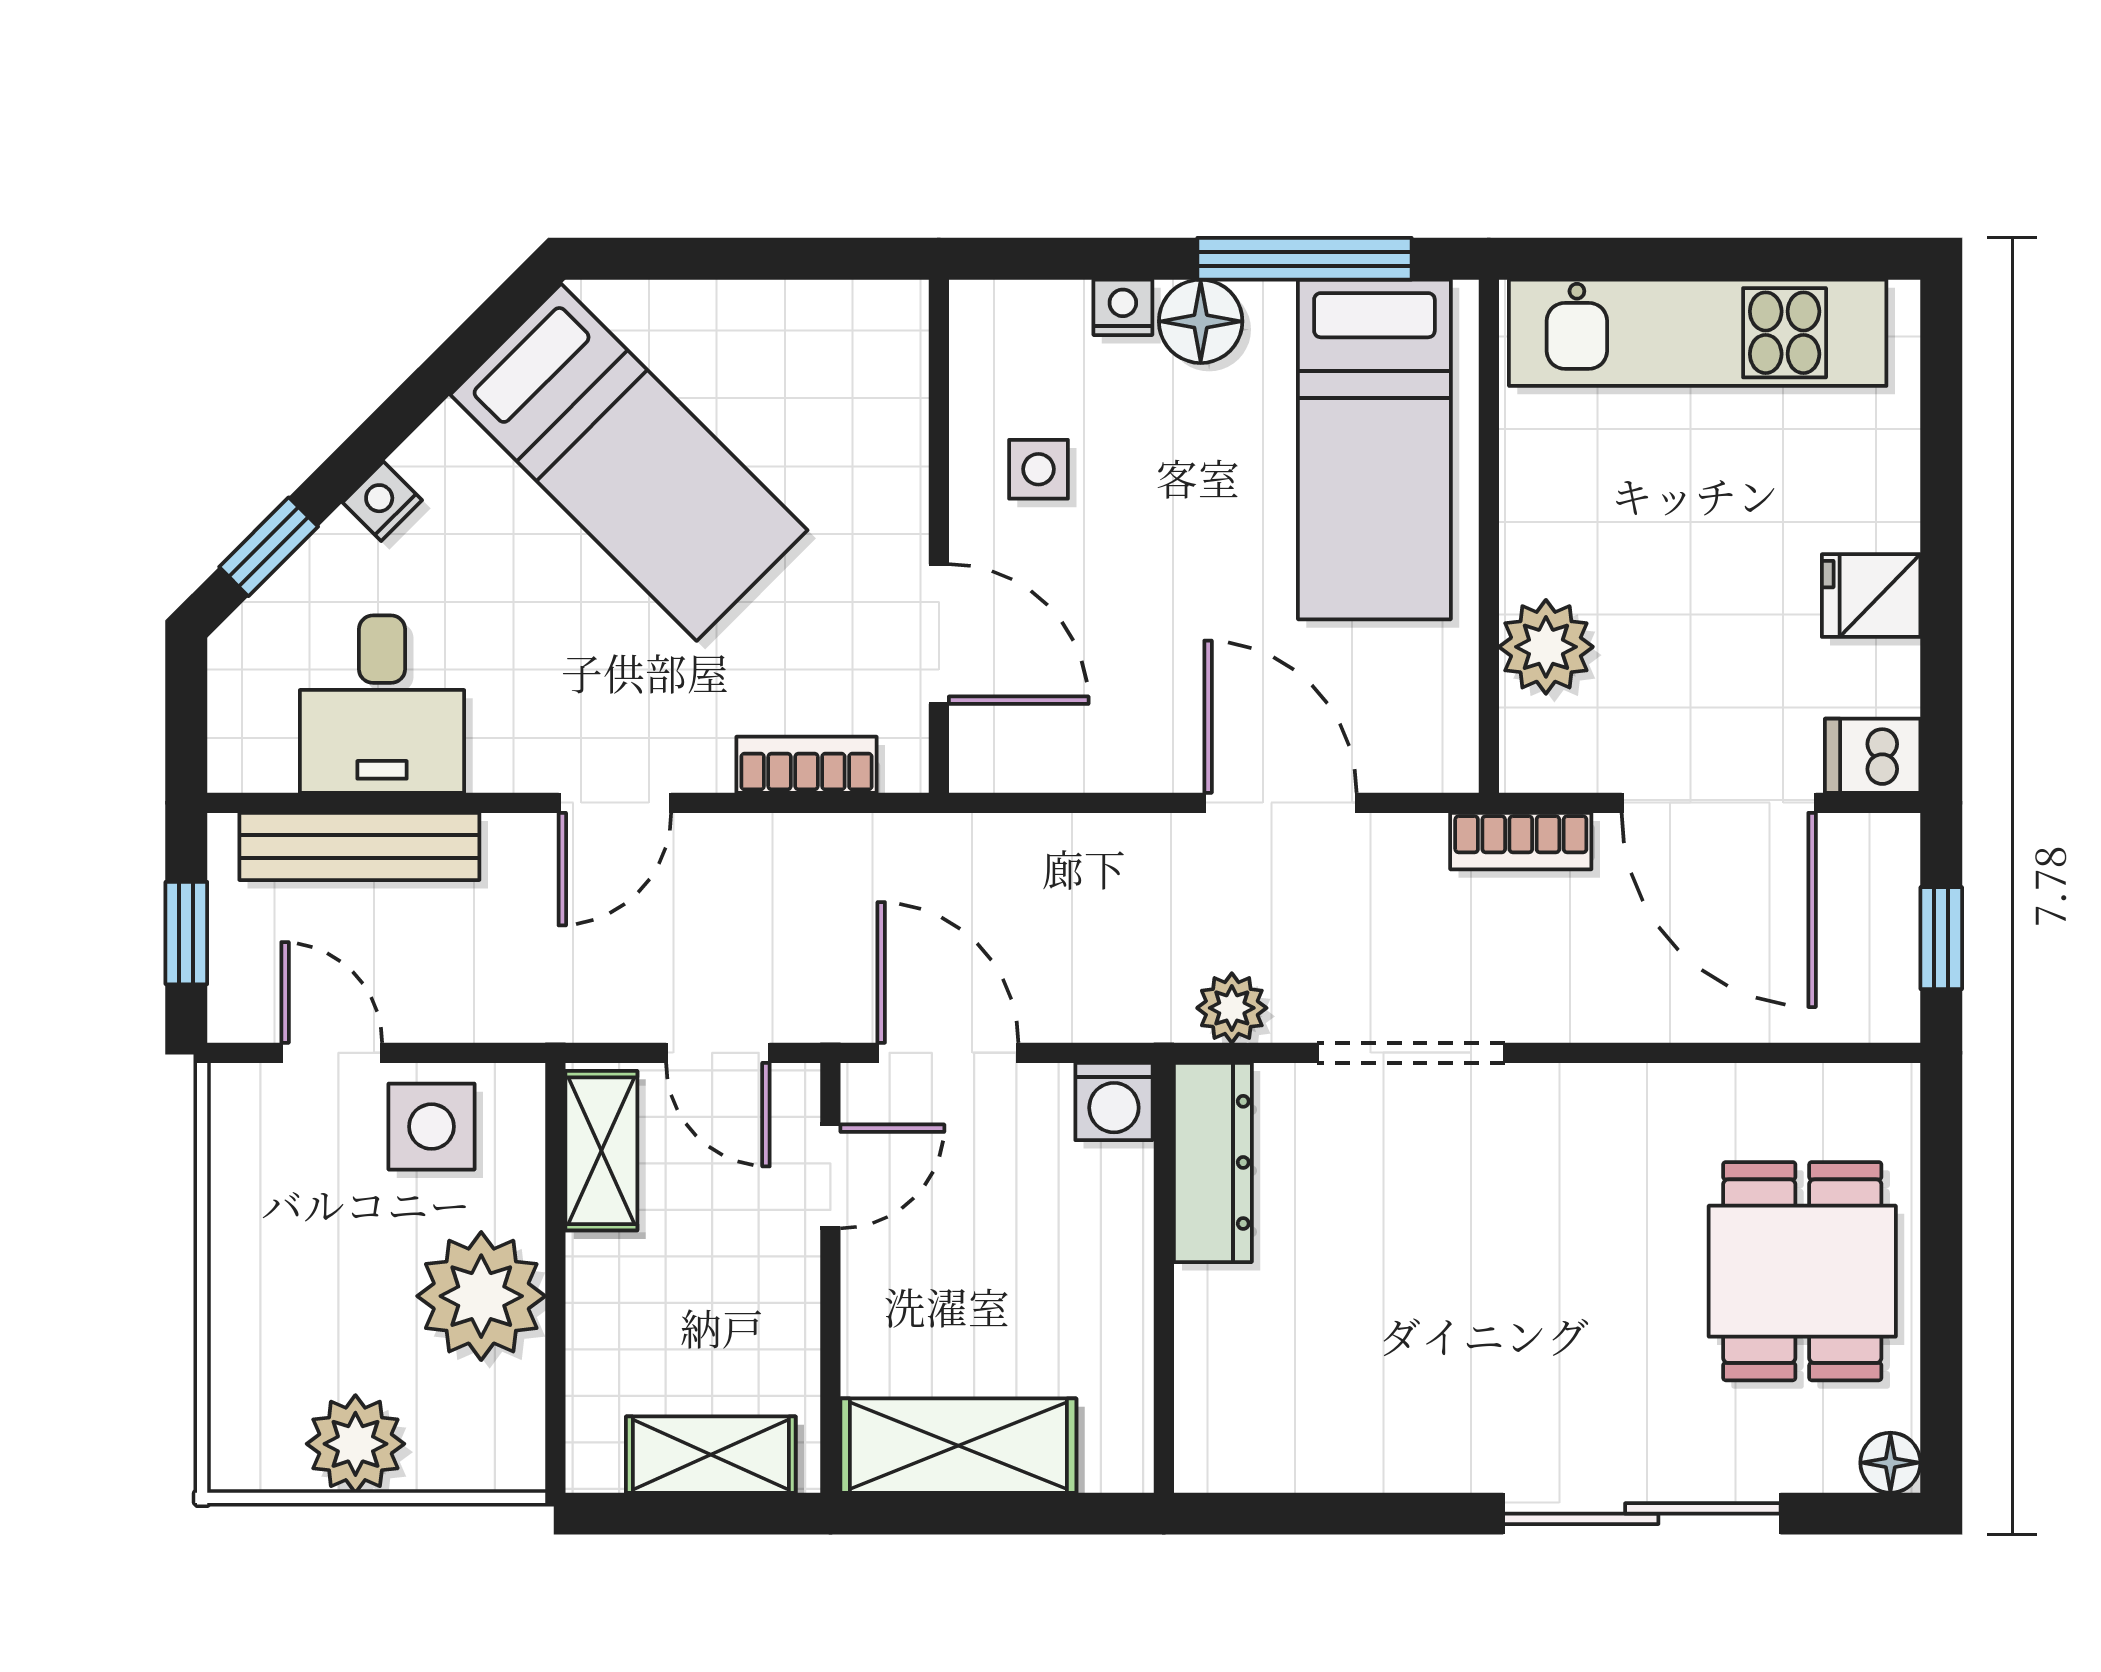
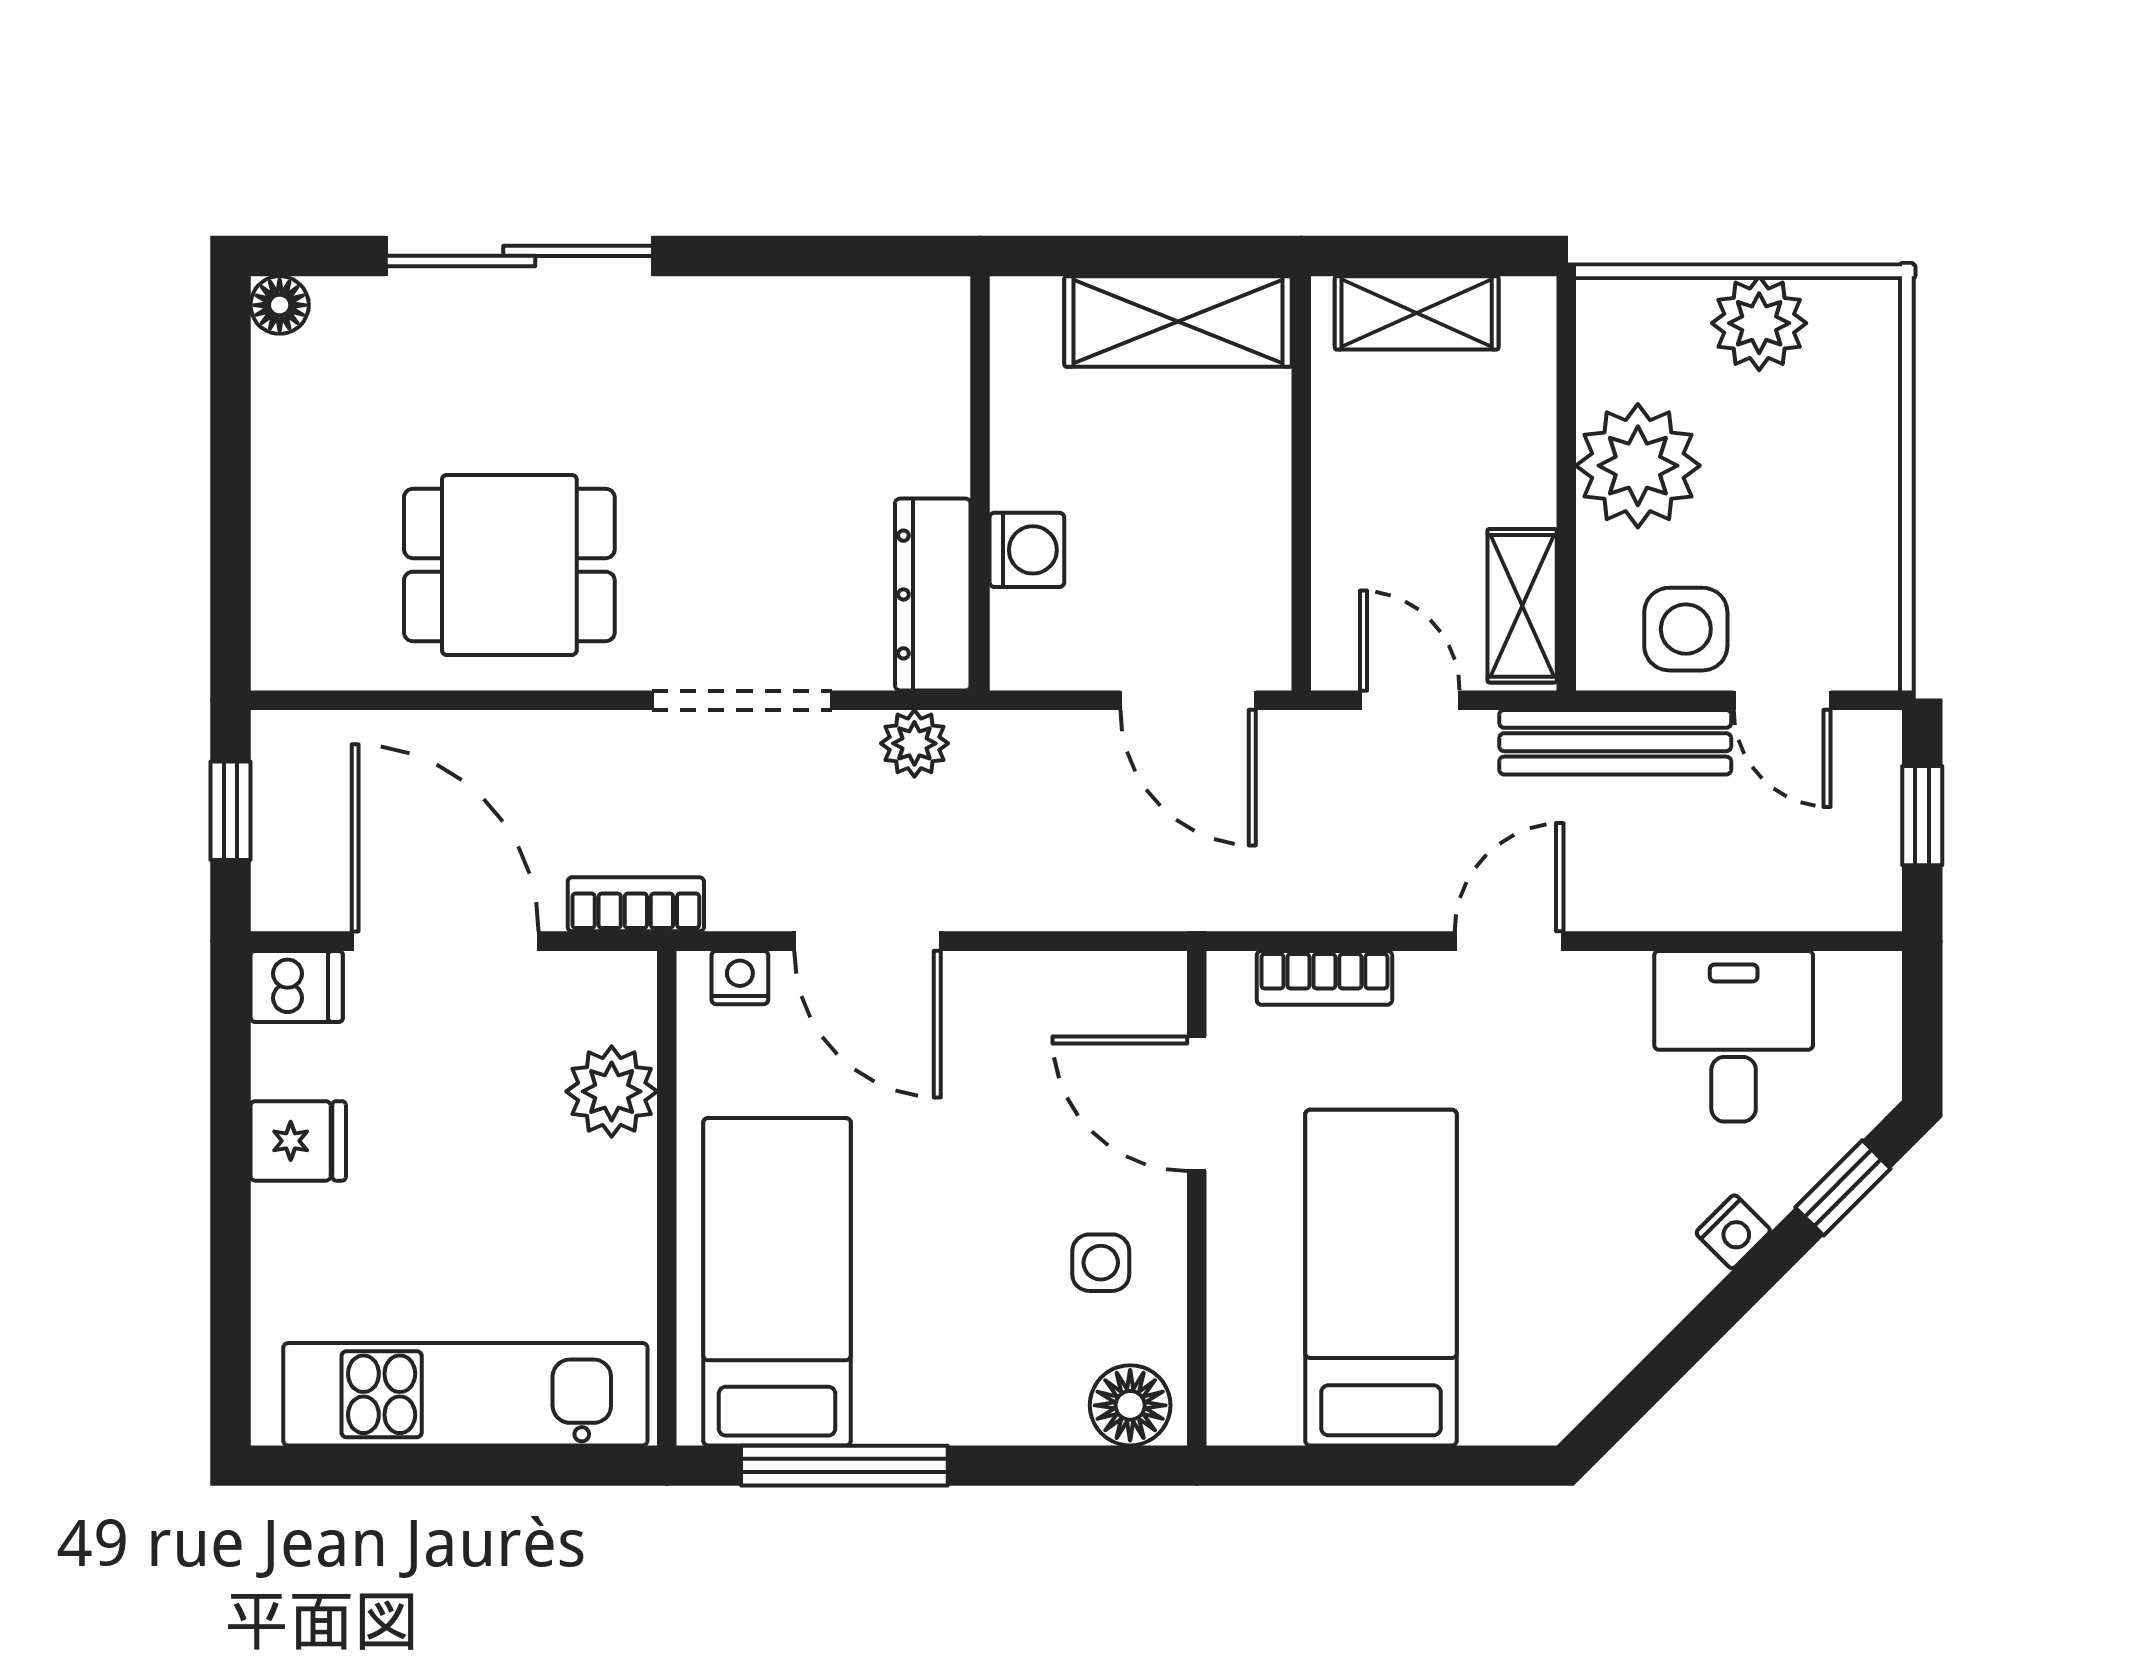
nightstand: (1123, 307) -> (740, 978), moved, turned 180
floor lamp: (1201, 321) -> (1130, 1405), moved
bed: (629, 462) -> (1381, 1278), moved, turned 45
bench: (359, 846) -> (1615, 742), moved
washing machine: (1114, 1101) -> (1027, 550), moved, turned 90
door: (830, 1176) -> (1301, 581), removed
dining table: (1802, 1271) -> (509, 565), moved, turned 90

